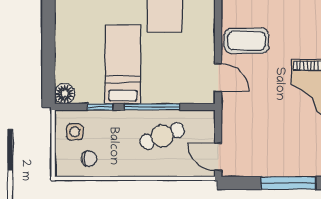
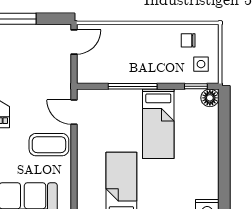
window: (100, 107) -> (196, 86), moved
cafe table: (162, 136) -> (124, 60), removed
door: (218, 157) -> (74, 42), hinge flipped

